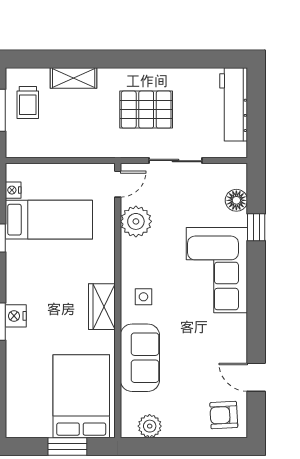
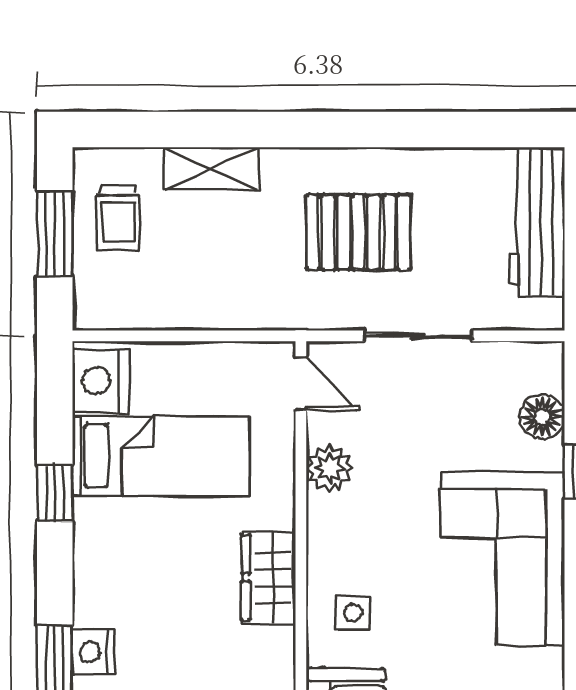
door: (118, 184) -> (301, 384), hinge flipped
nightstand: (13, 190) -> (101, 381), width x1.89, depth x1.79
plant: (136, 221) -> (329, 468), width x0.73, depth x0.73
wardrobe: (102, 307) -> (269, 578), moved

